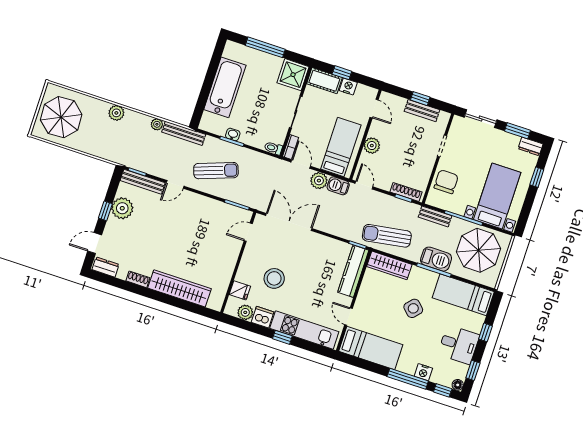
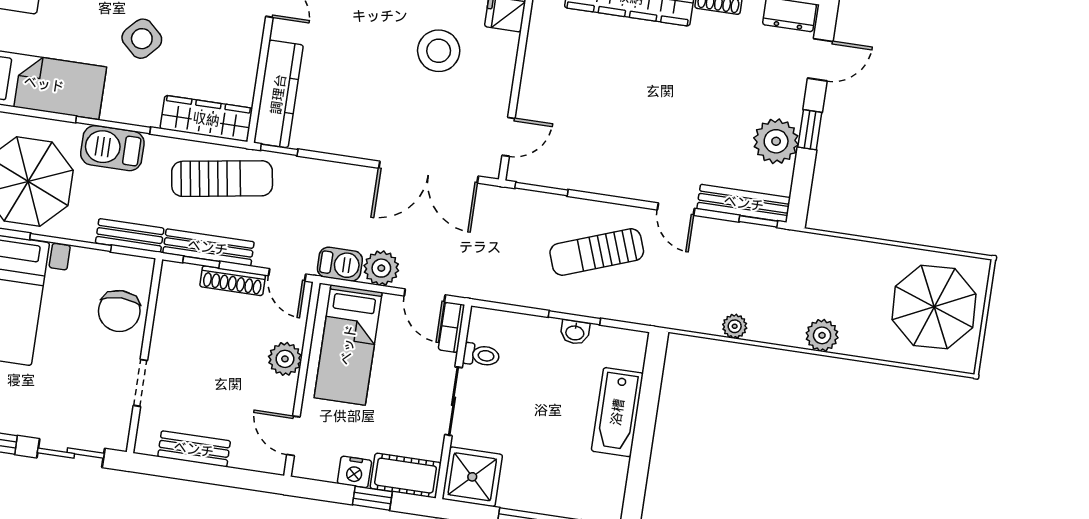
bathtub: (225, 87) -> (617, 412), width x0.73, depth x0.73
window: (420, 99) -> (202, 473), removed
bench: (184, 133) -> (208, 247), moved
toilet: (273, 148) -> (481, 355), moved
door: (175, 184) -> (676, 209), swing flipped
shoe rack: (406, 192) -> (233, 281), moved

